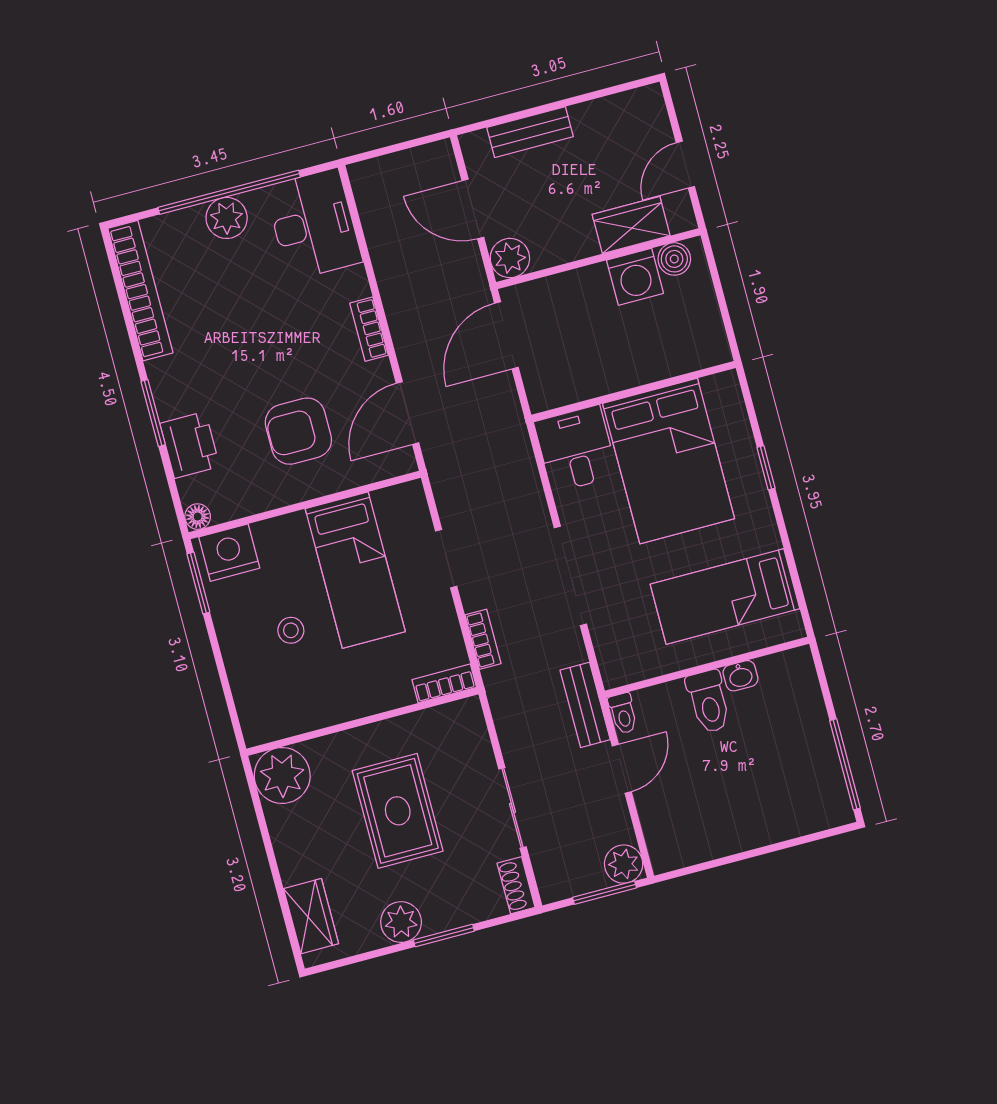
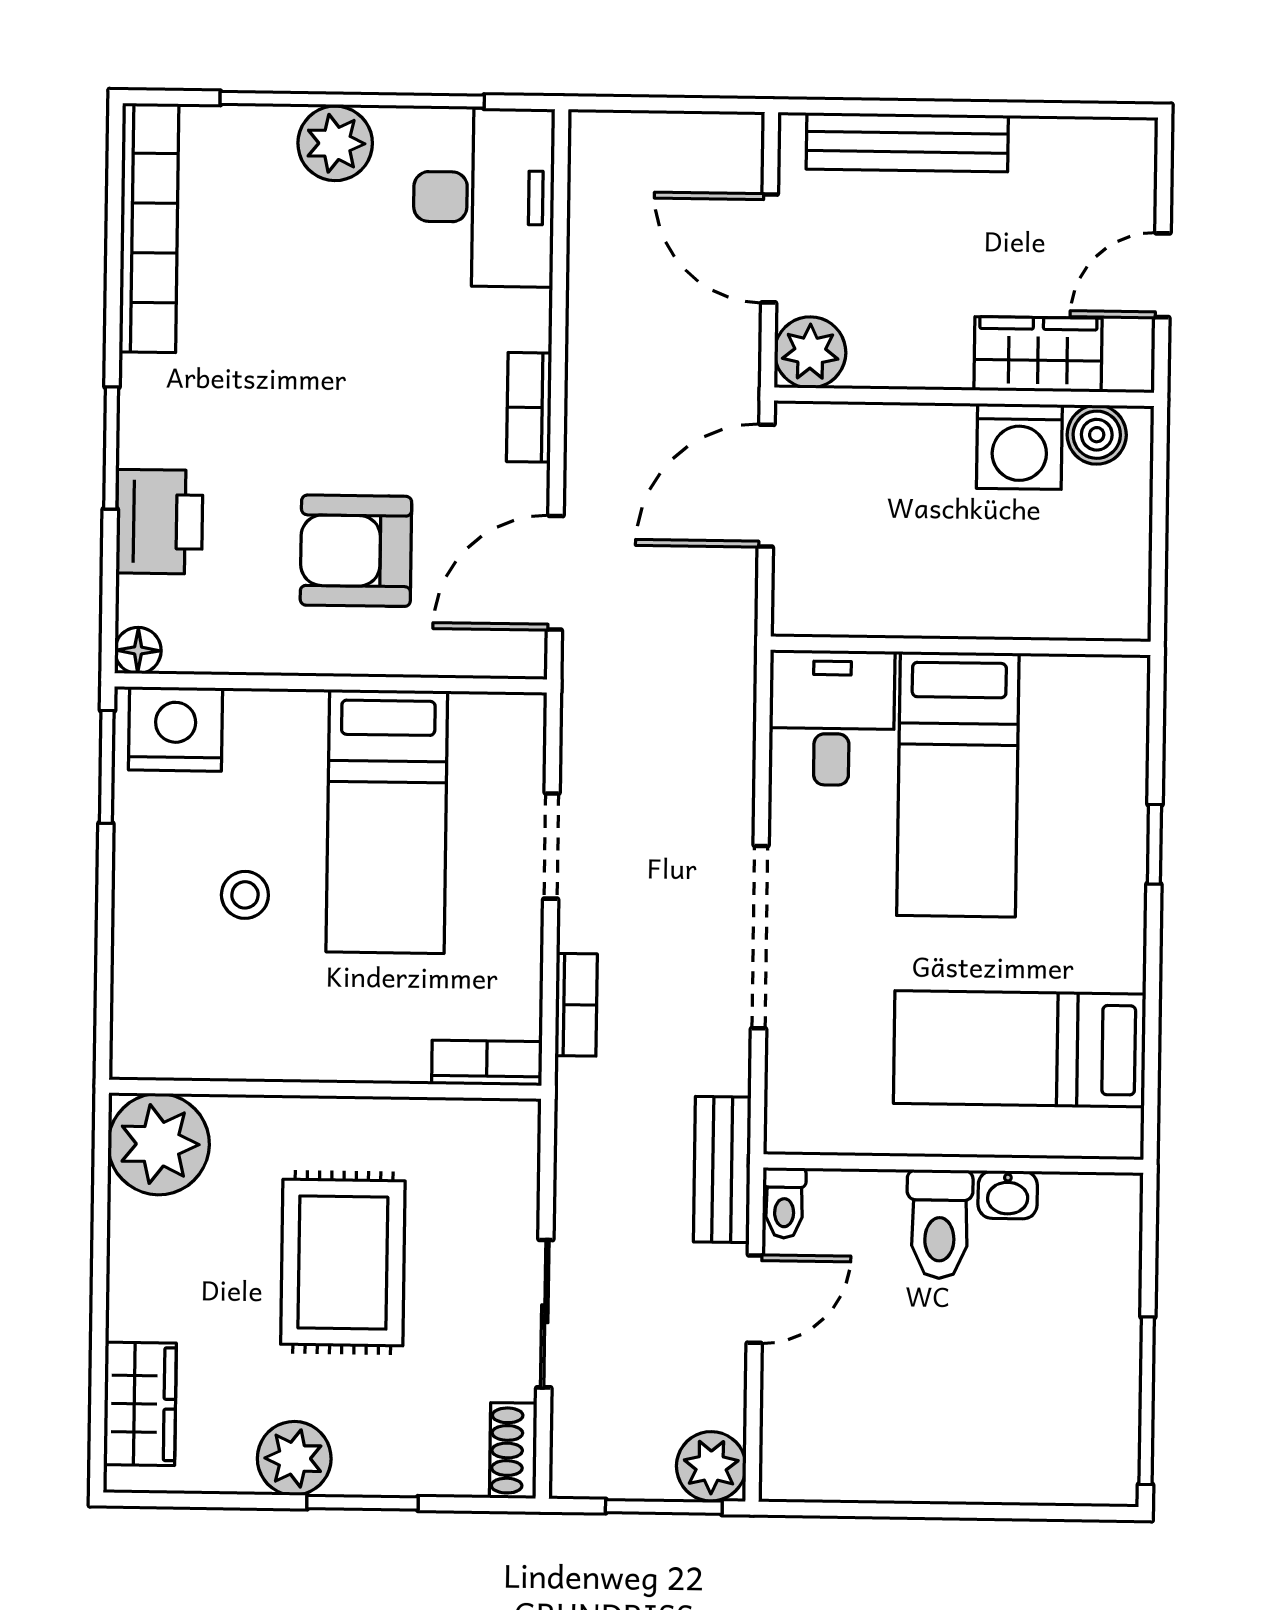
bench: (530, 132) -> (907, 142), width x1.36
bed: (669, 461) -> (958, 784), width x0.67

